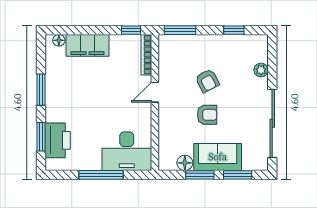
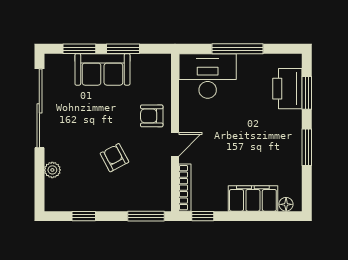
armchair: (207, 115) -> (152, 116), moved
floor lamp: (185, 163) -> (140, 63), removed

